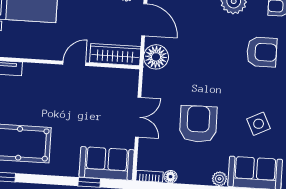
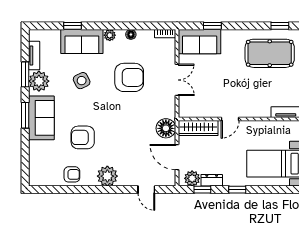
double door: (138, 117) -> (177, 80), swing flipped
armchair: (198, 124) -> (129, 77), turned -89
floor lamp: (171, 177) -> (131, 34), moved

